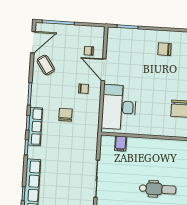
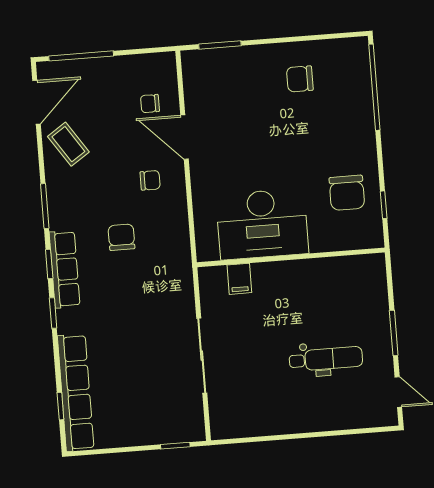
desk: (119, 107) -> (262, 224), moved, turned -90

